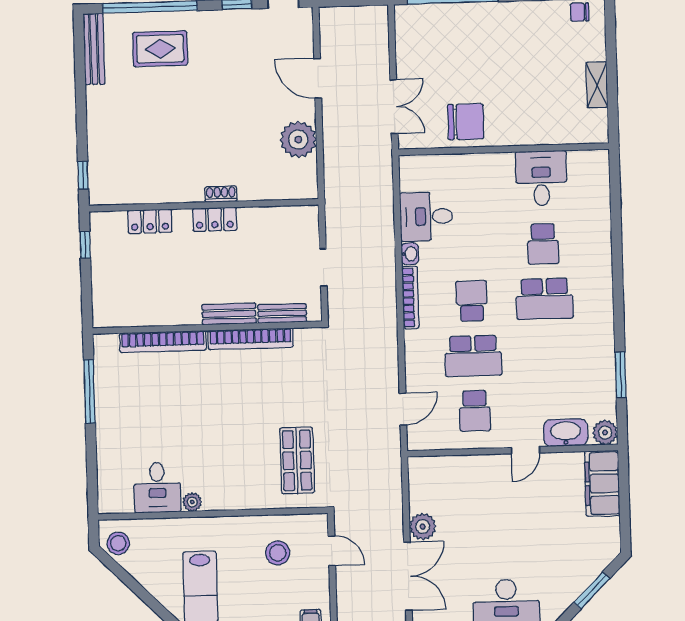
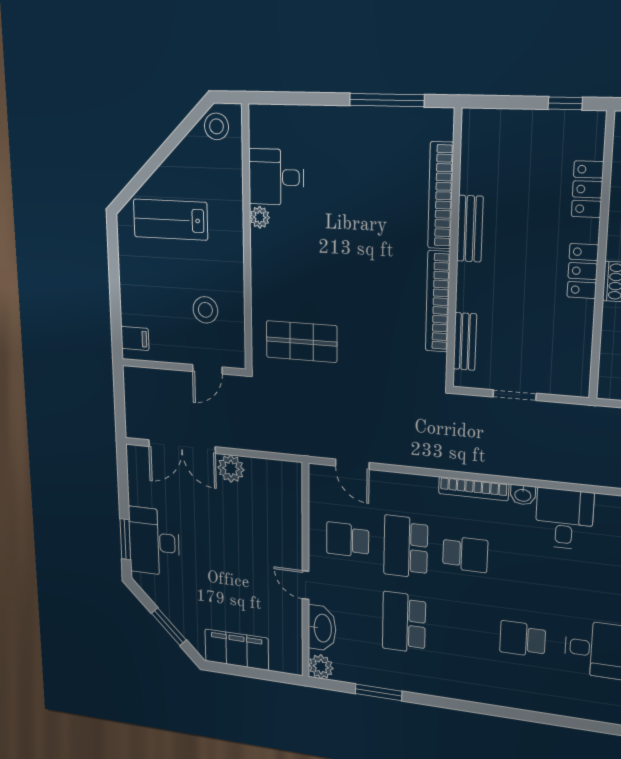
school desk: (545, 299) -> (404, 623), moved
bench: (229, 314) -> (470, 229), moved
filing cabinet: (602, 483) -> (237, 650), moved

